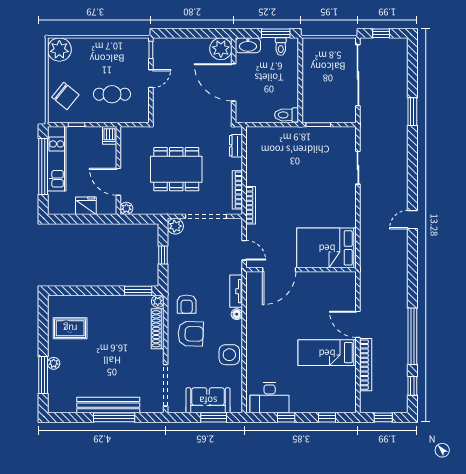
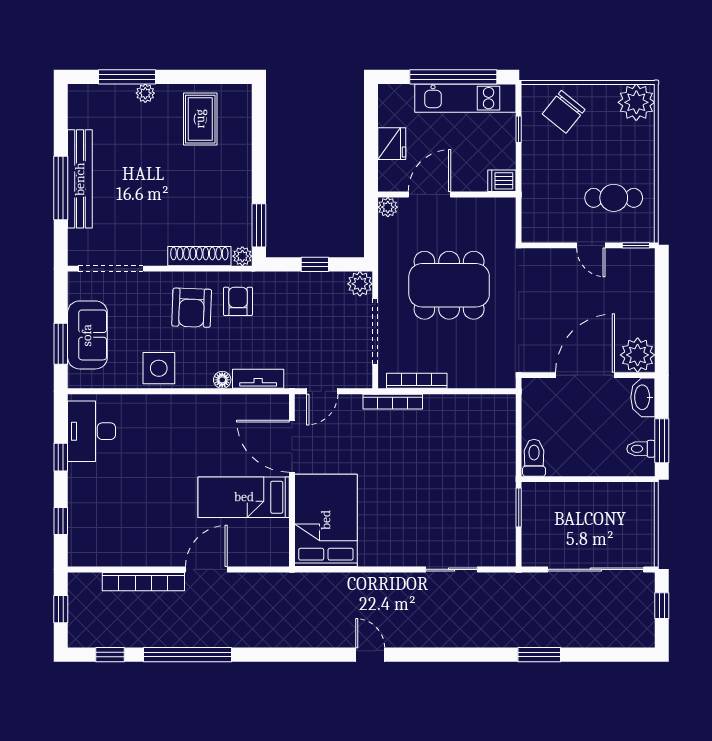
cafe table: (112, 94) -> (614, 198), moved, turned 90
dresser: (236, 146) -> (486, 378), removed
dining table: (176, 169) -> (449, 285), turned 90
armchair: (187, 304) -> (238, 301), turned 90
bed: (327, 353) -> (244, 497), moved, turned -90

